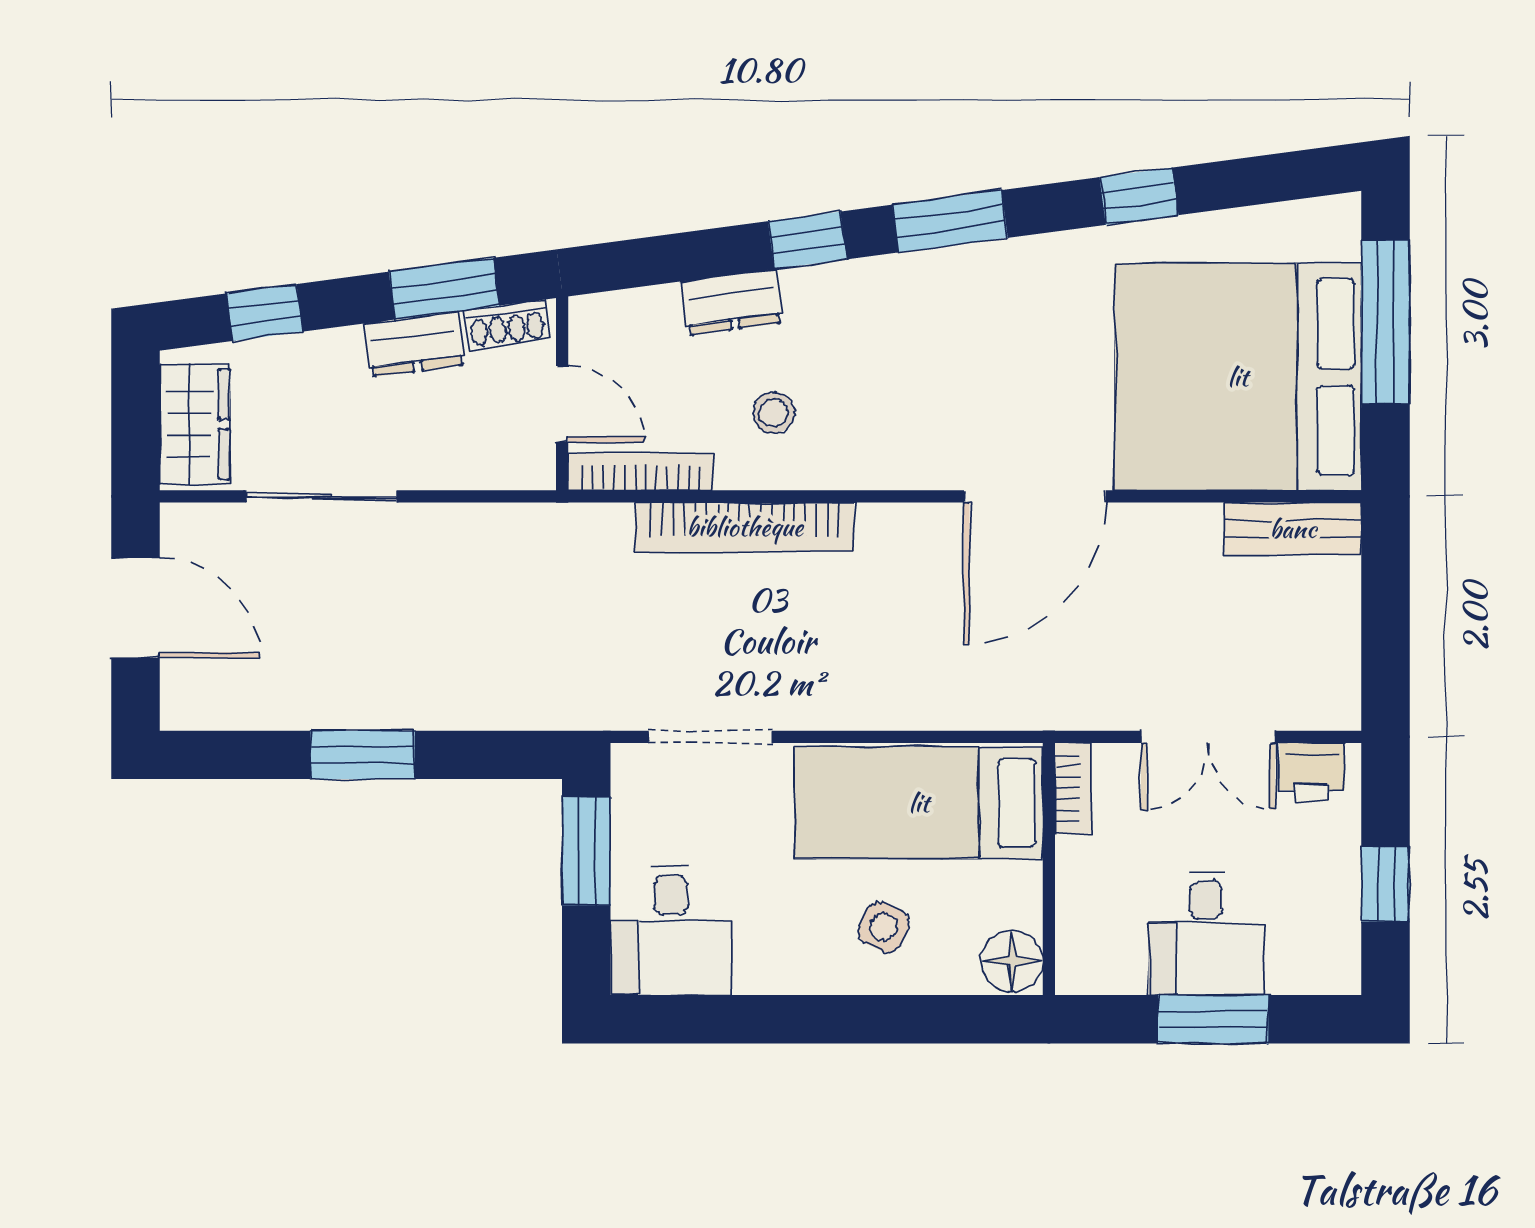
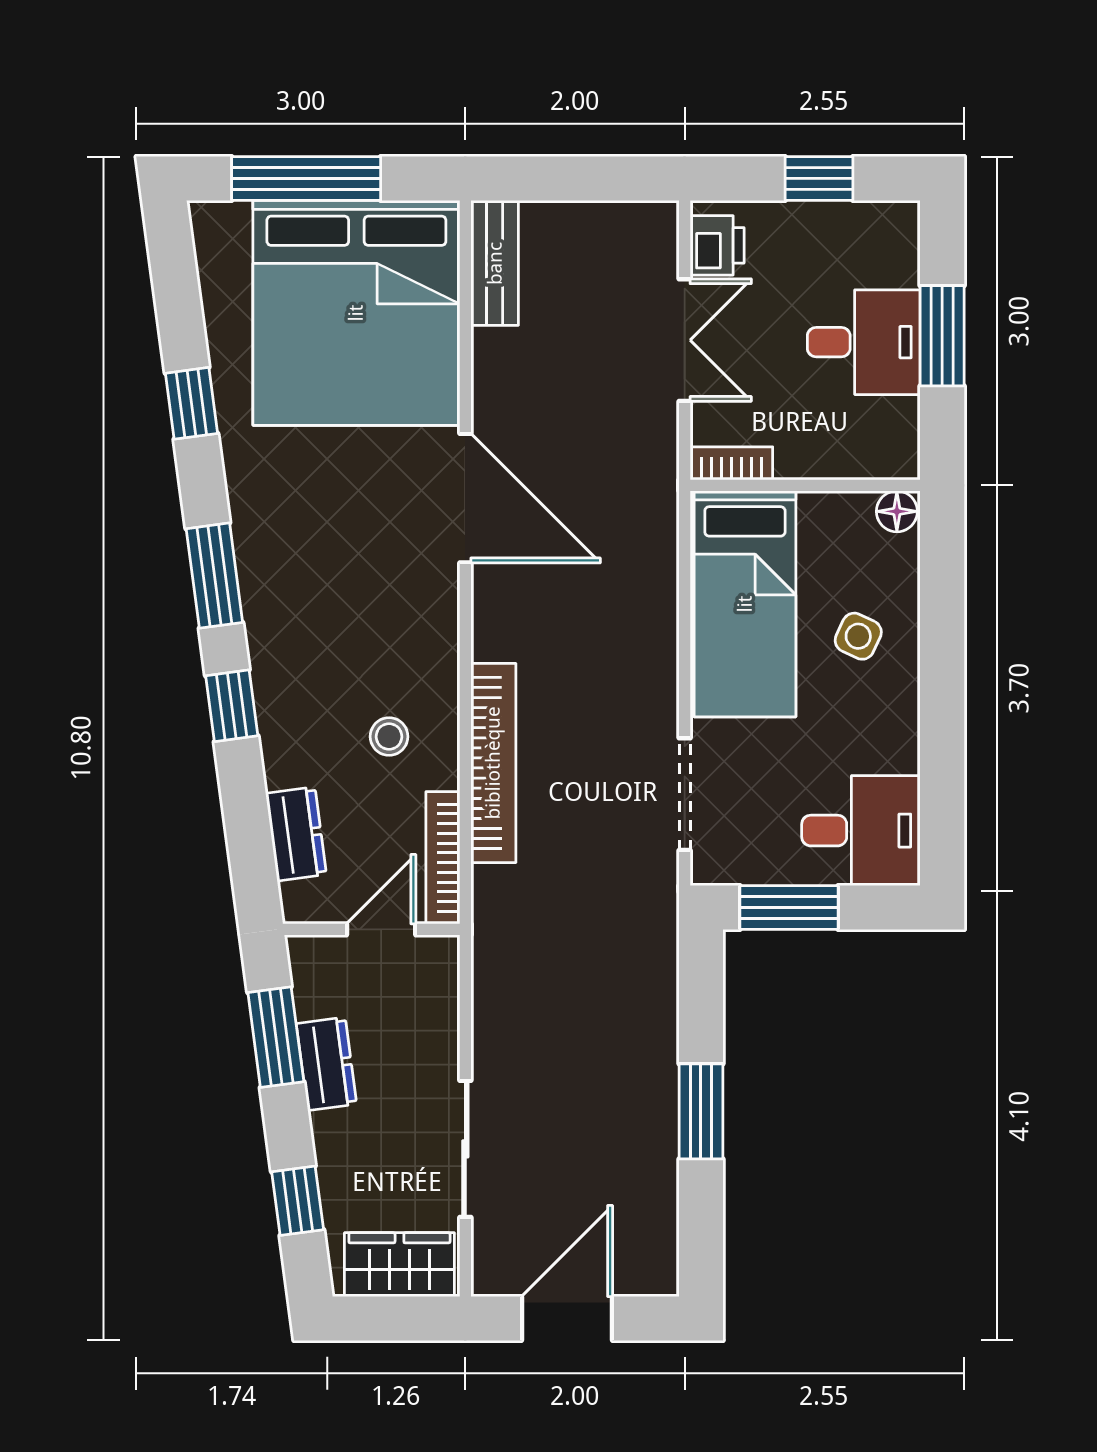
dresser: (732, 302) -> (296, 834), moved
shoe rack: (507, 325) -> (309, 980), removed
floor lamp: (1012, 961) -> (897, 511), width x0.73, depth x0.73

